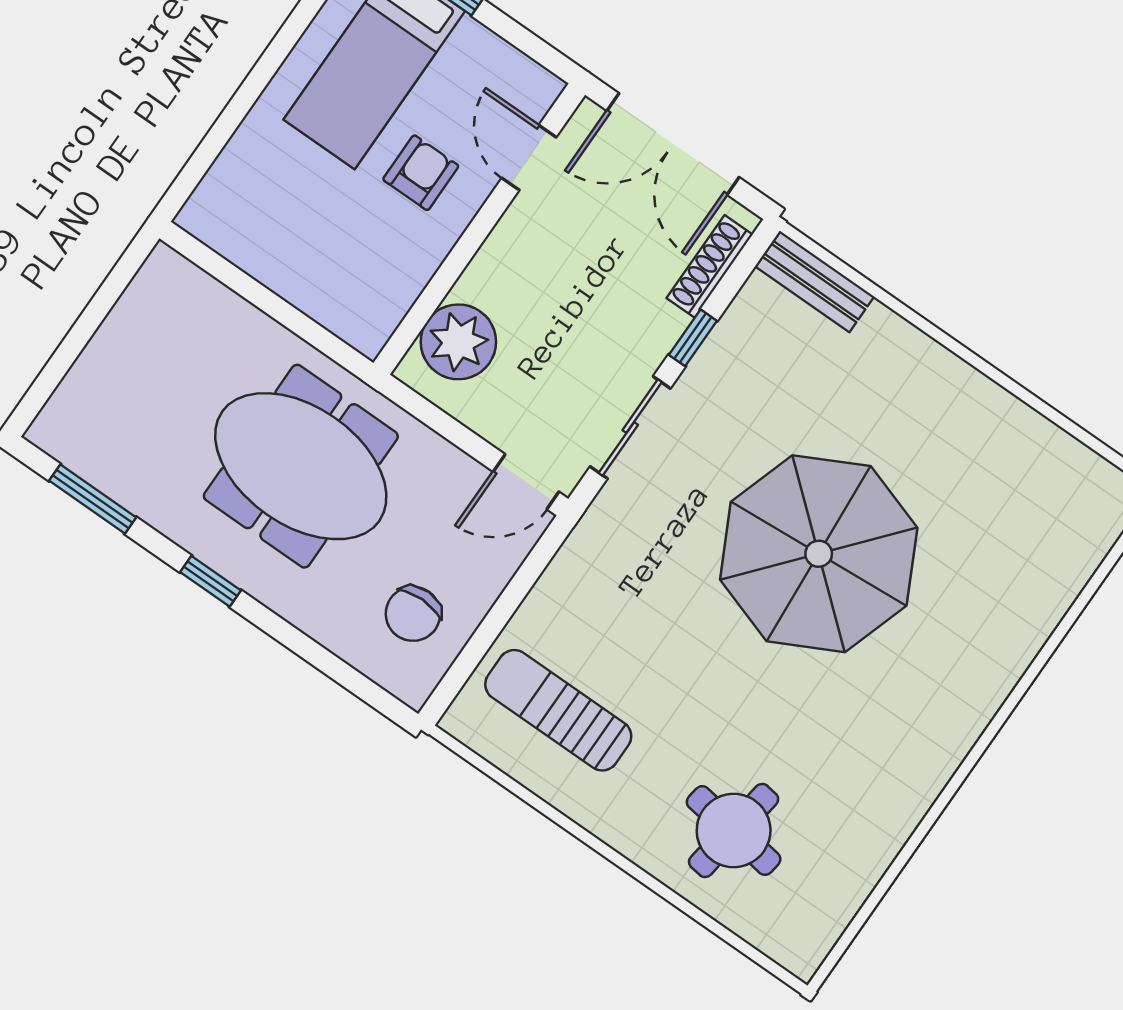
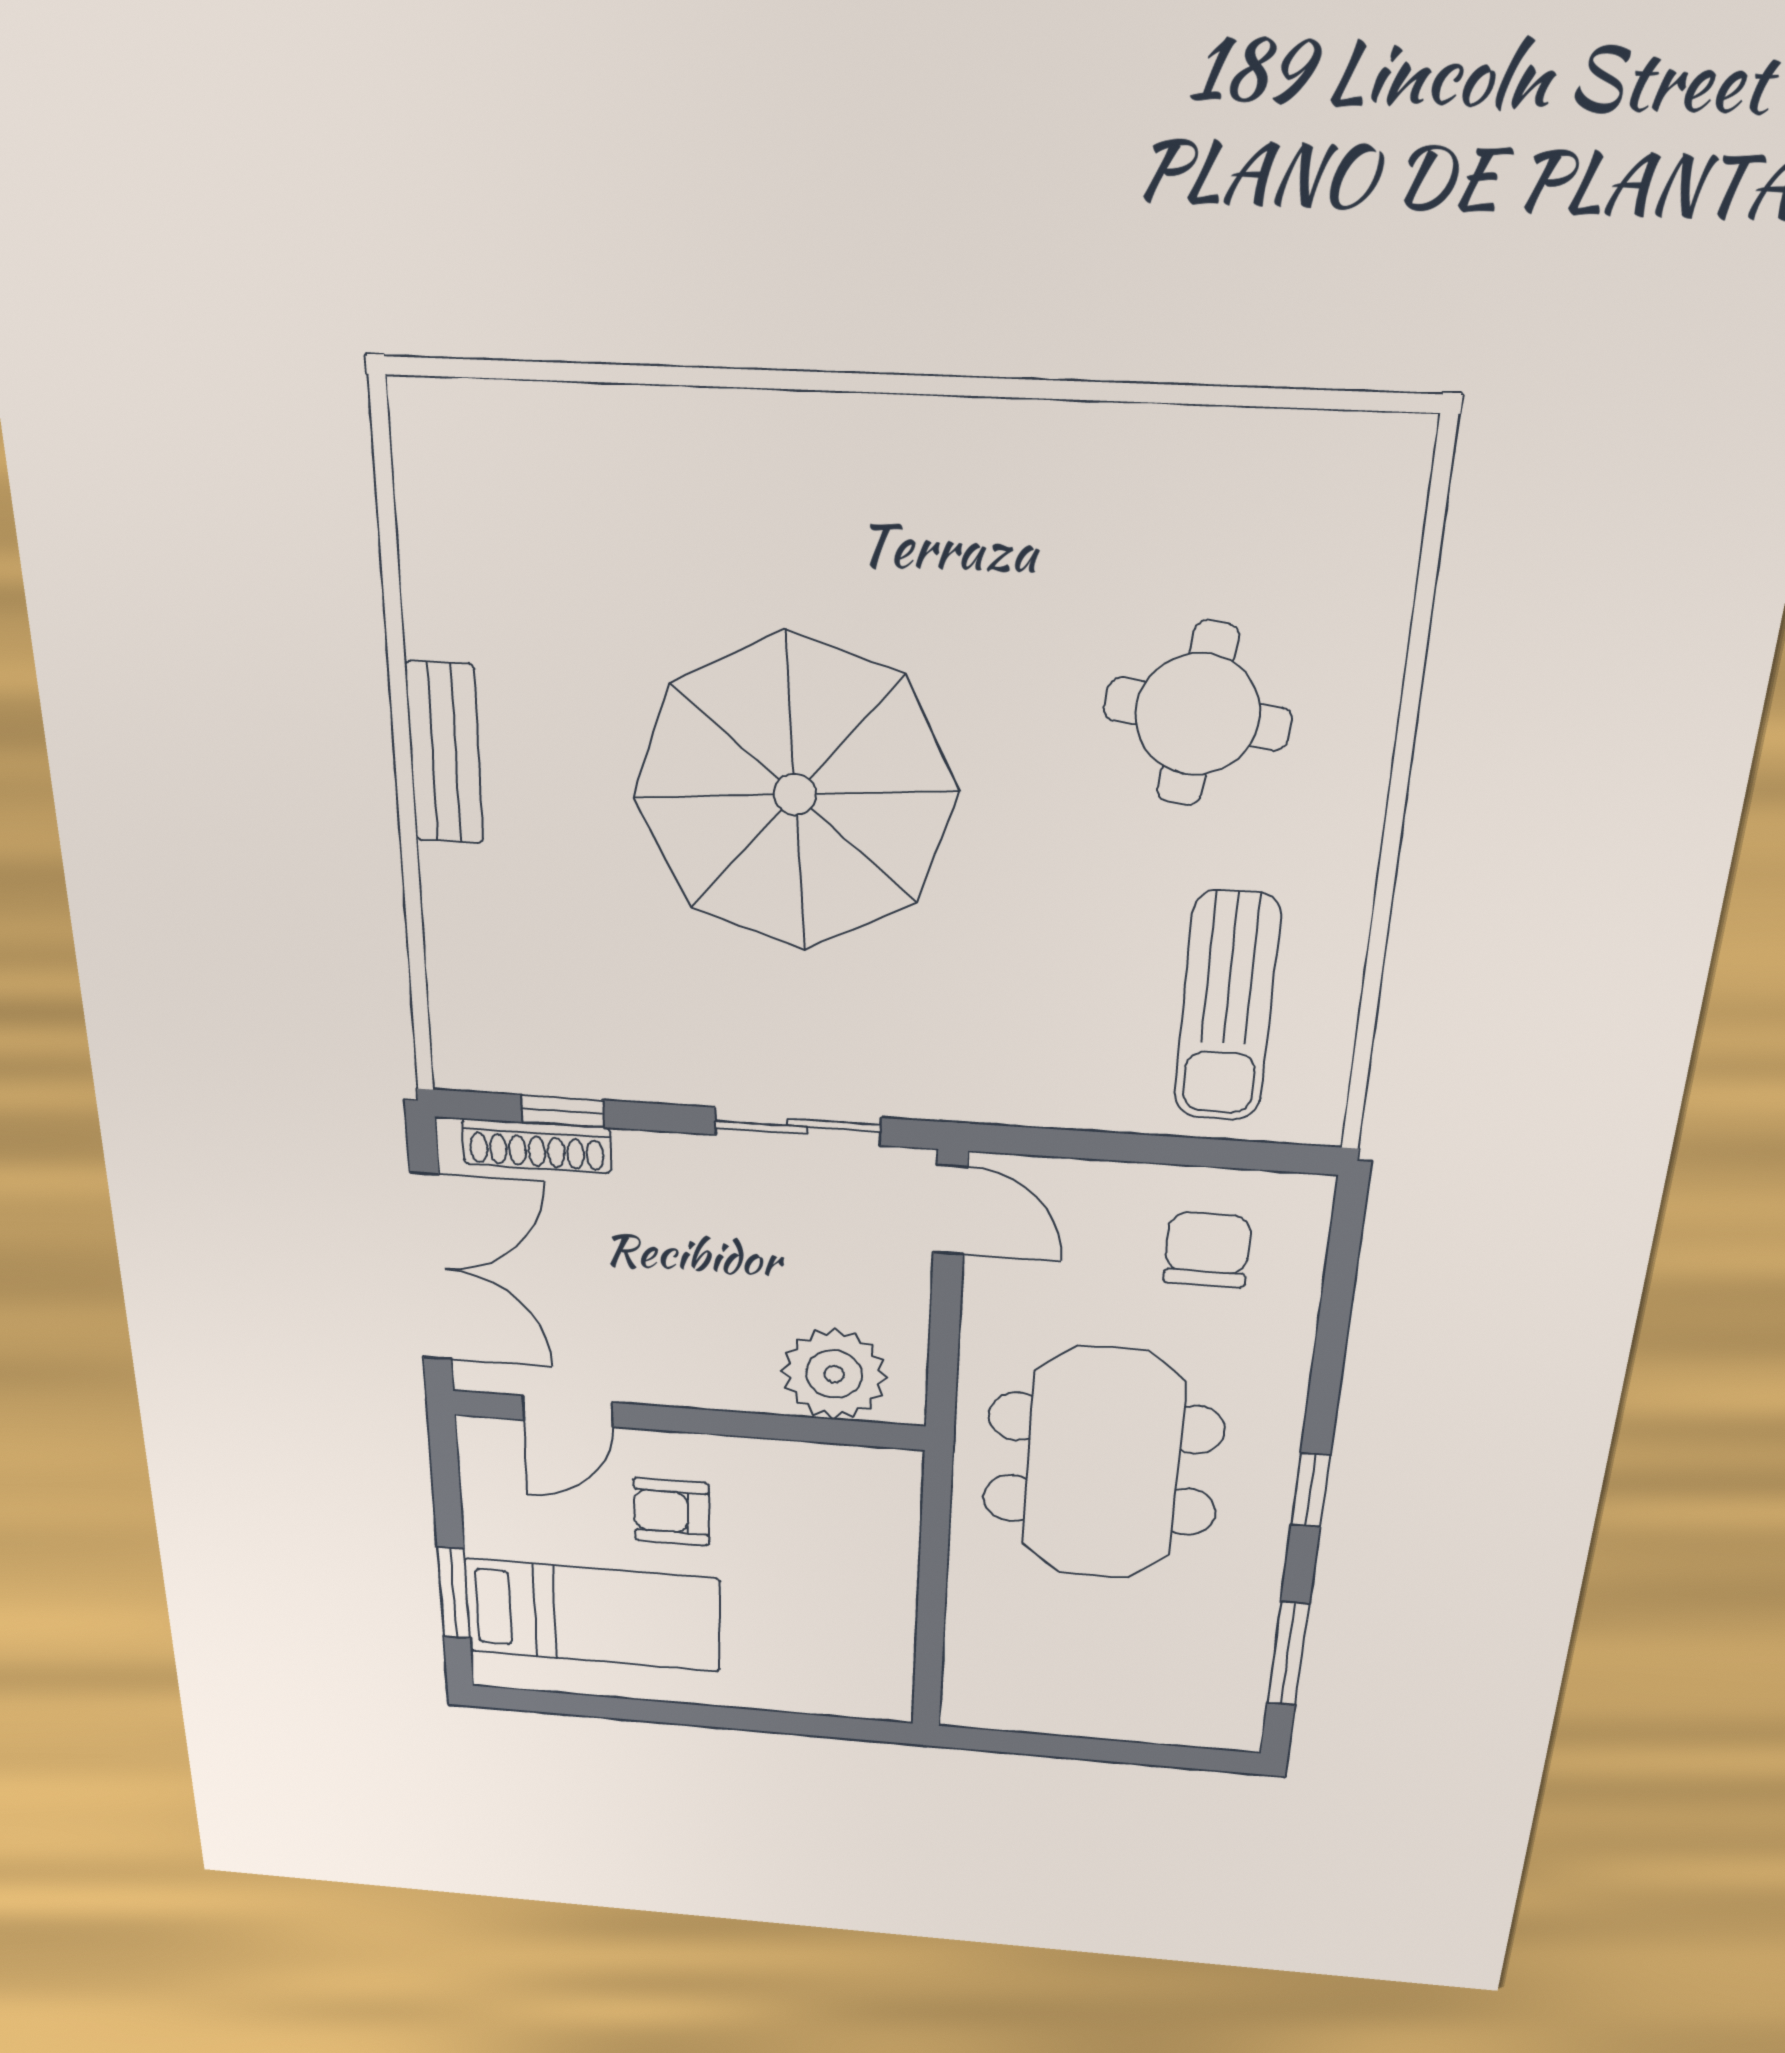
bench: (815, 282) -> (444, 753), moved
window: (693, 338) -> (562, 1111), moved
chair: (413, 614) -> (1207, 1250), turned -90
round table: (734, 830) -> (1198, 714), moved

